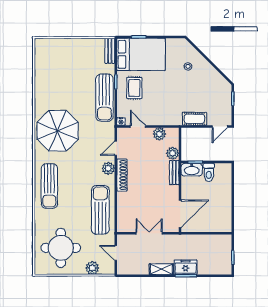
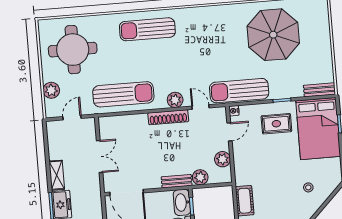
sun lounger: (104, 98) -> (239, 91), moved
parasol: (58, 131) -> (273, 35), moved

